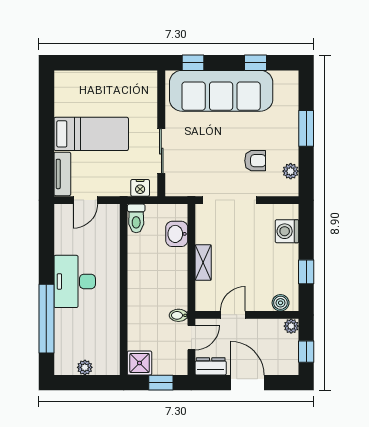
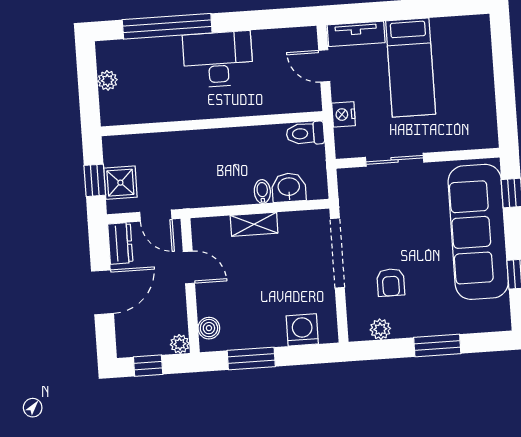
nightstand: (140, 188) -> (344, 114), moved
window: (306, 272) -> (251, 358), width x1.50
bidet: (178, 315) -> (262, 192), moved
shower: (140, 363) -> (120, 183), moved

